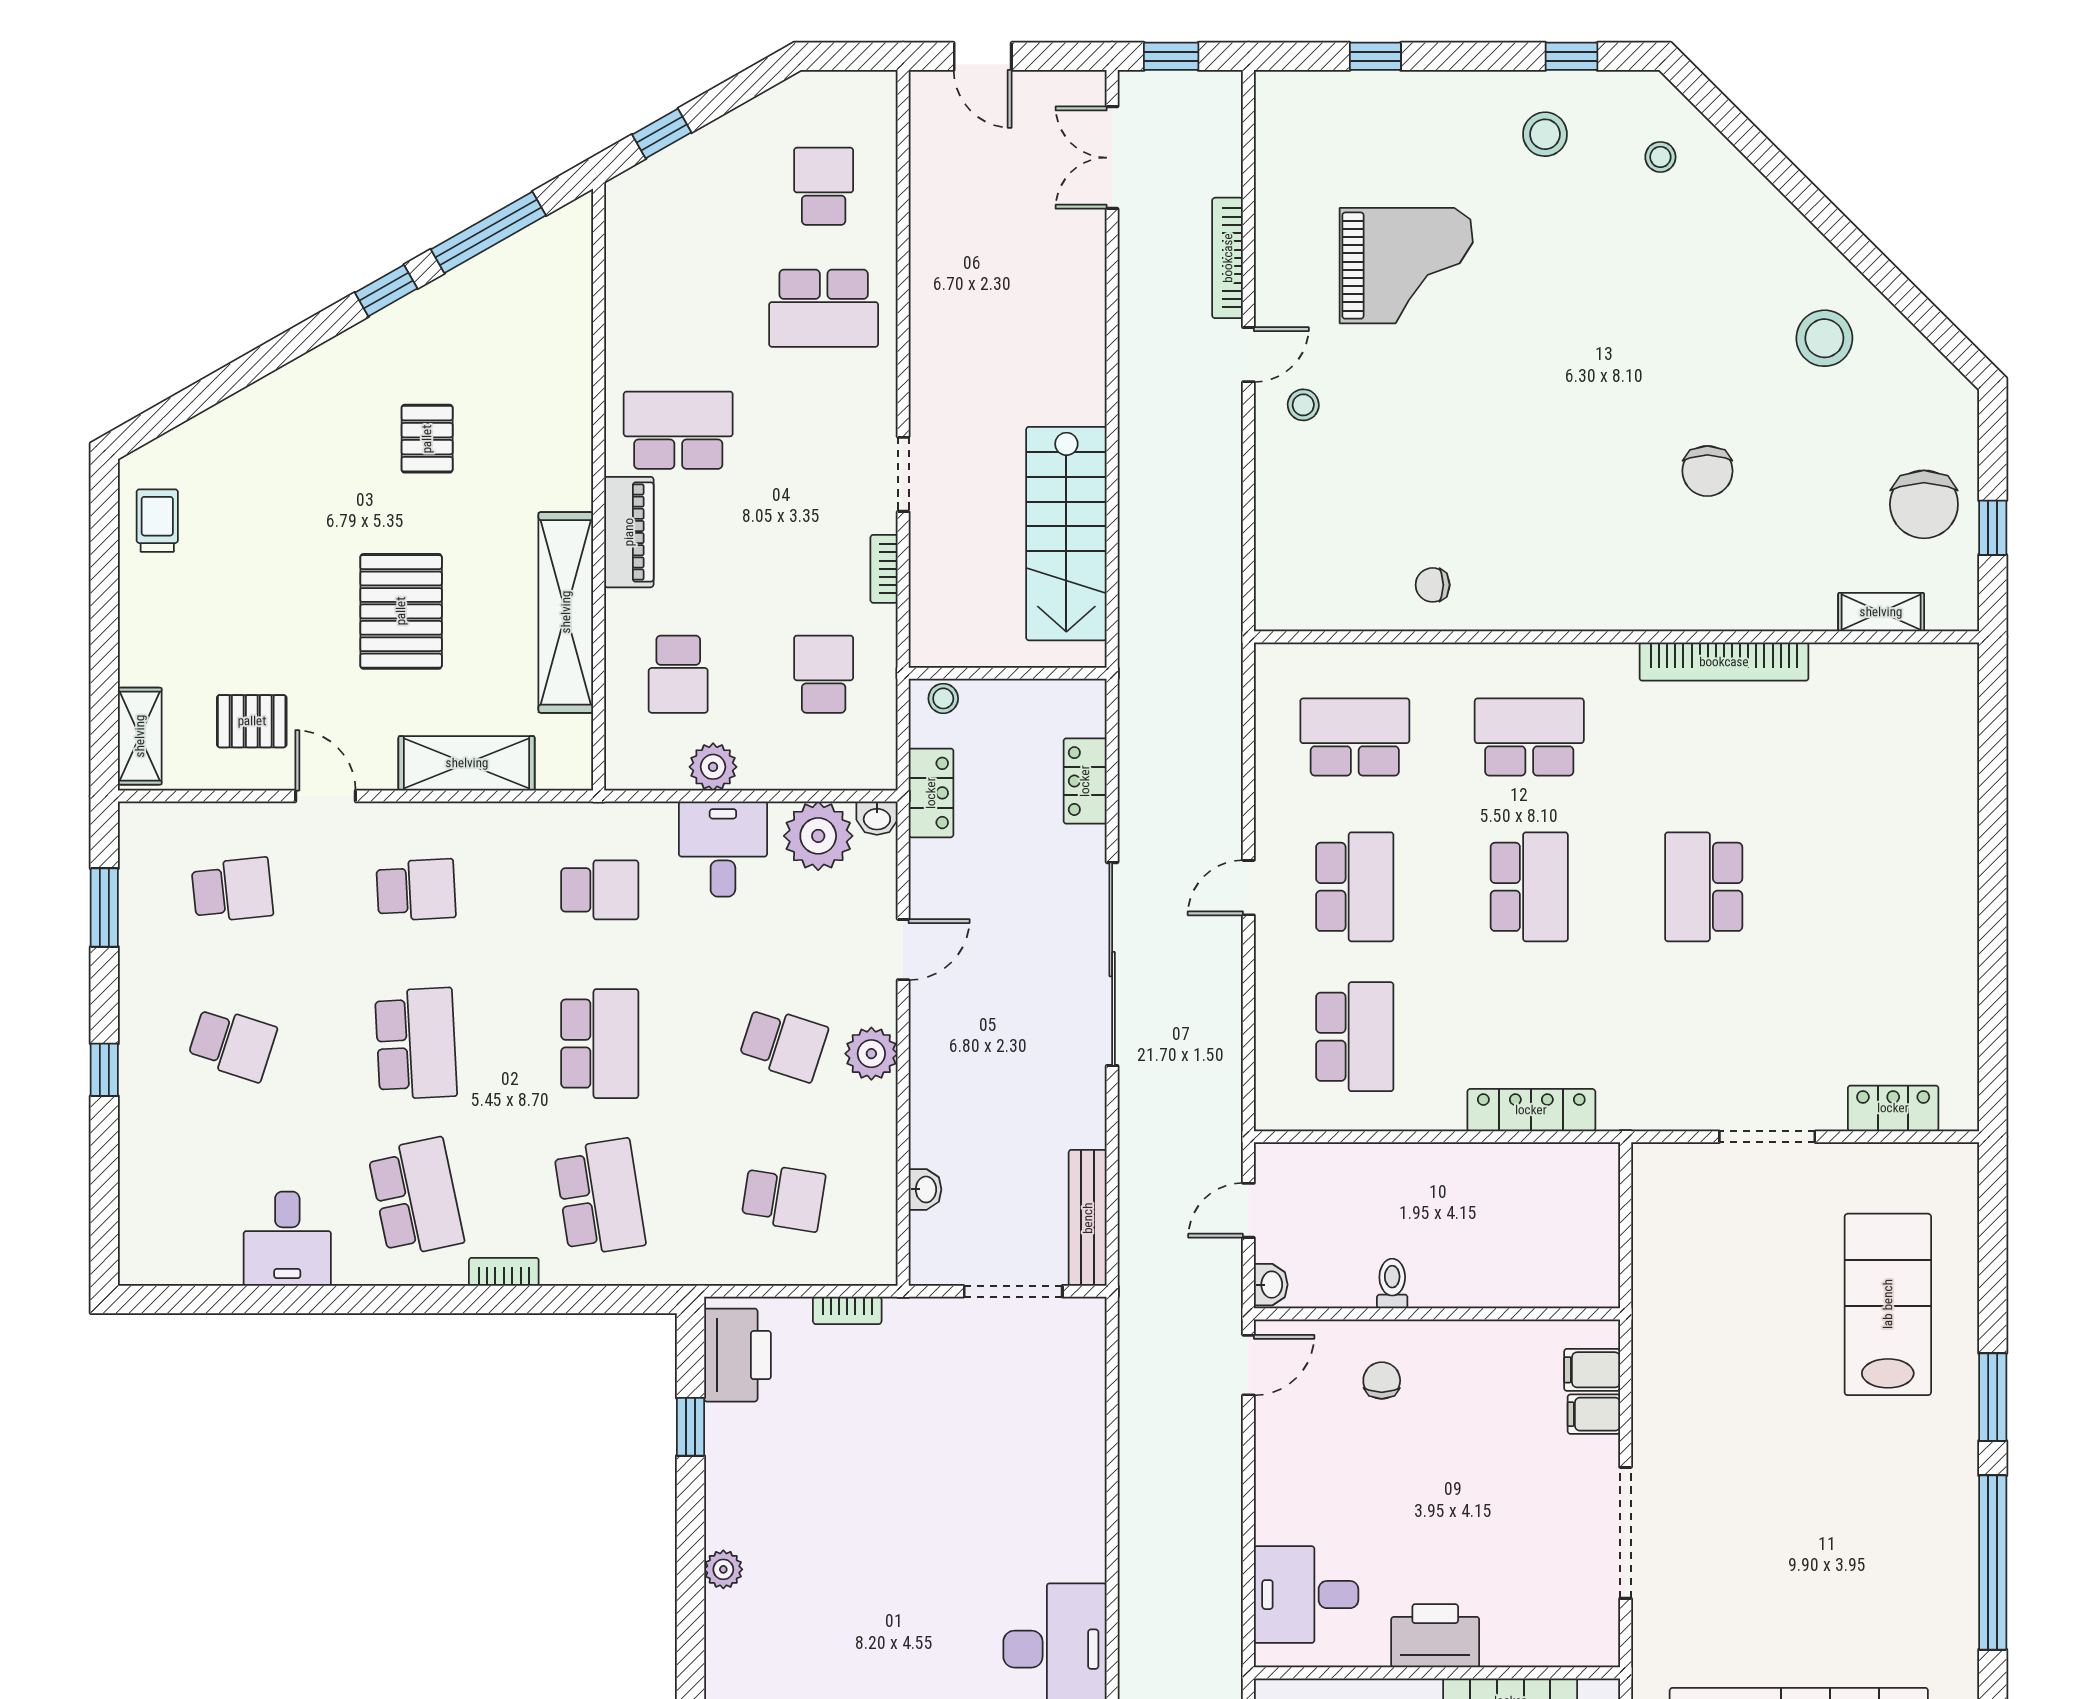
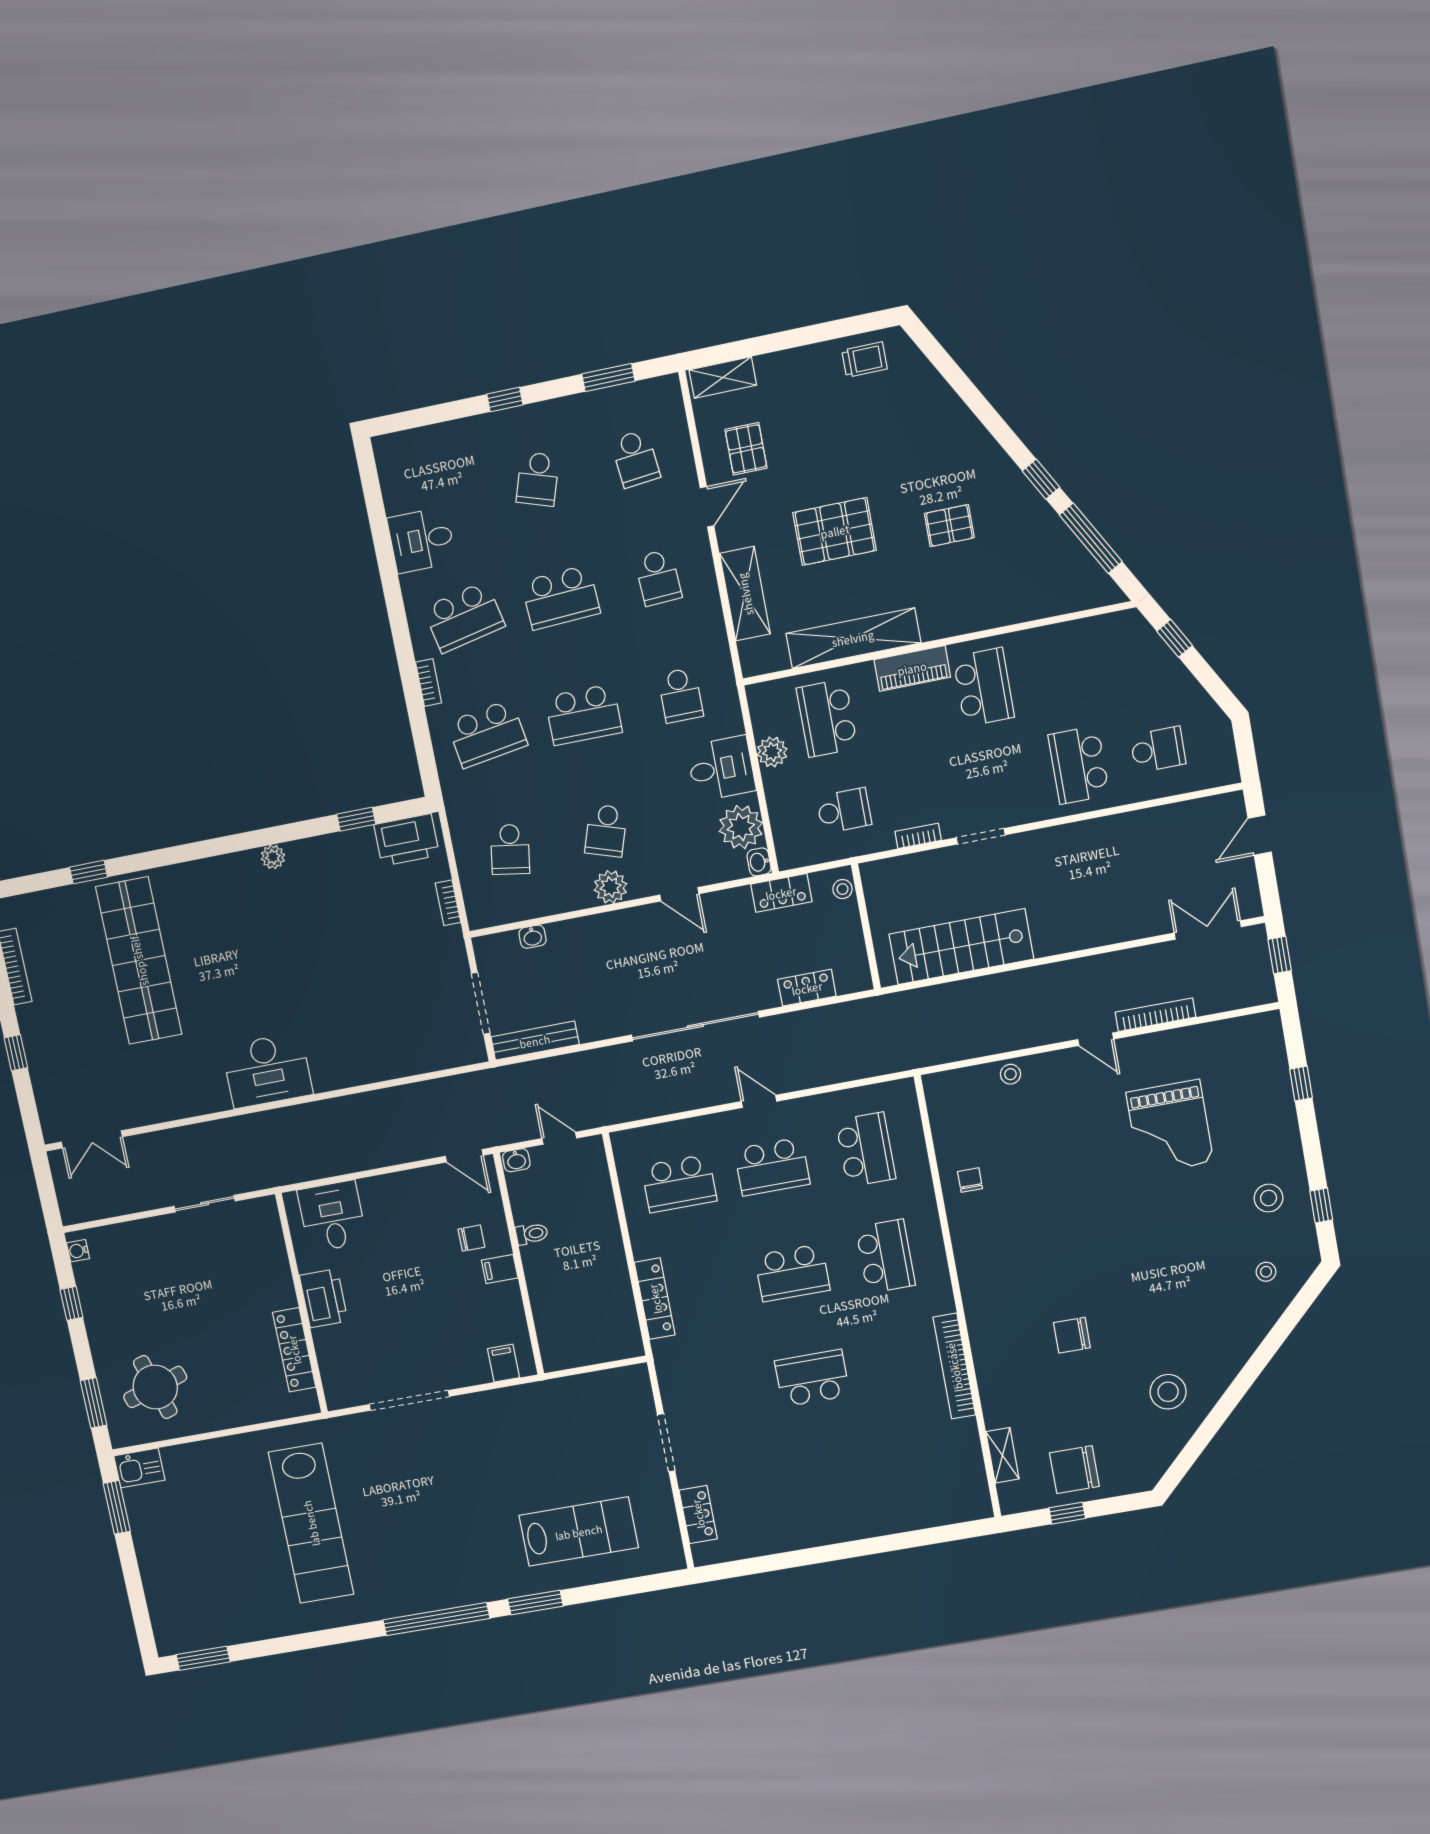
stool: (1303, 405) -> (1010, 1074), moved
school desk: (678, 674) -> (827, 718), width x1.85
filing cabinet: (1594, 1414) -> (500, 1269), moved, turned -90

